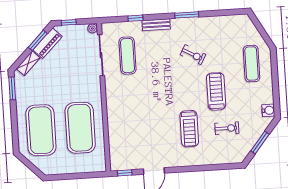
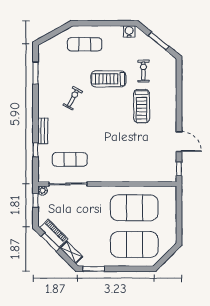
window: (187, 15) -> (35, 73), moved
window: (69, 22) -> (35, 200), moved
treadmill: (189, 129) -> (142, 106), turned 90

